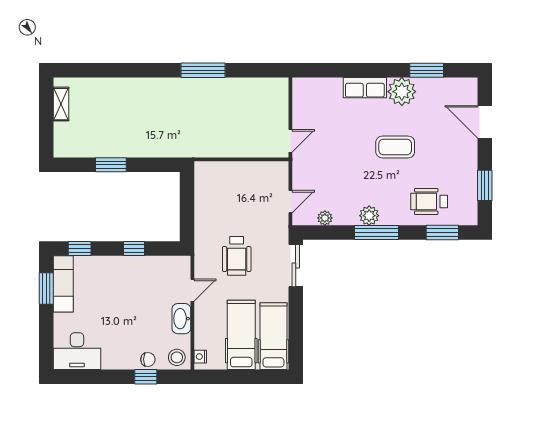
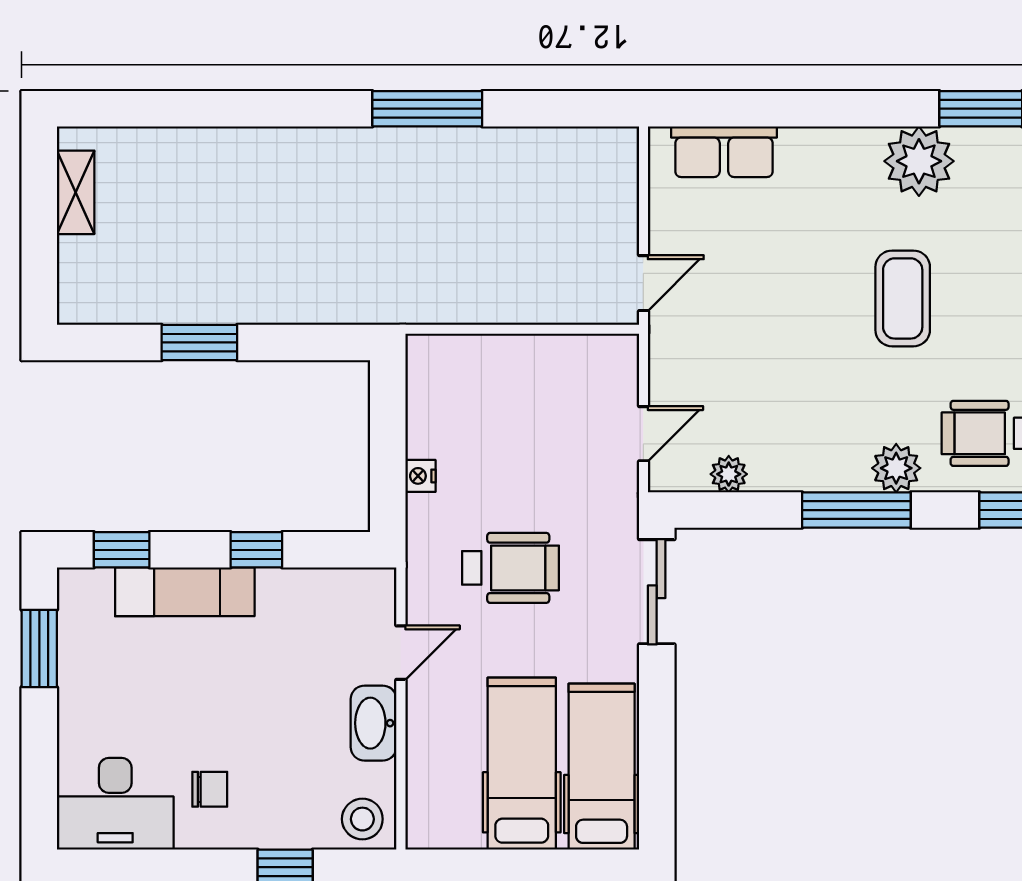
row of seats: (365, 88) -> (724, 152), moved
coffee table: (395, 147) -> (903, 298), turned 90
plant: (369, 216) -> (896, 468), moved
wheelchair: (237, 256) -> (510, 568), turned -90
exam couch: (63, 284) -> (185, 592), moved, turned 90
nightstand: (200, 357) -> (420, 476), moved
chair: (148, 359) -> (210, 789), moved

